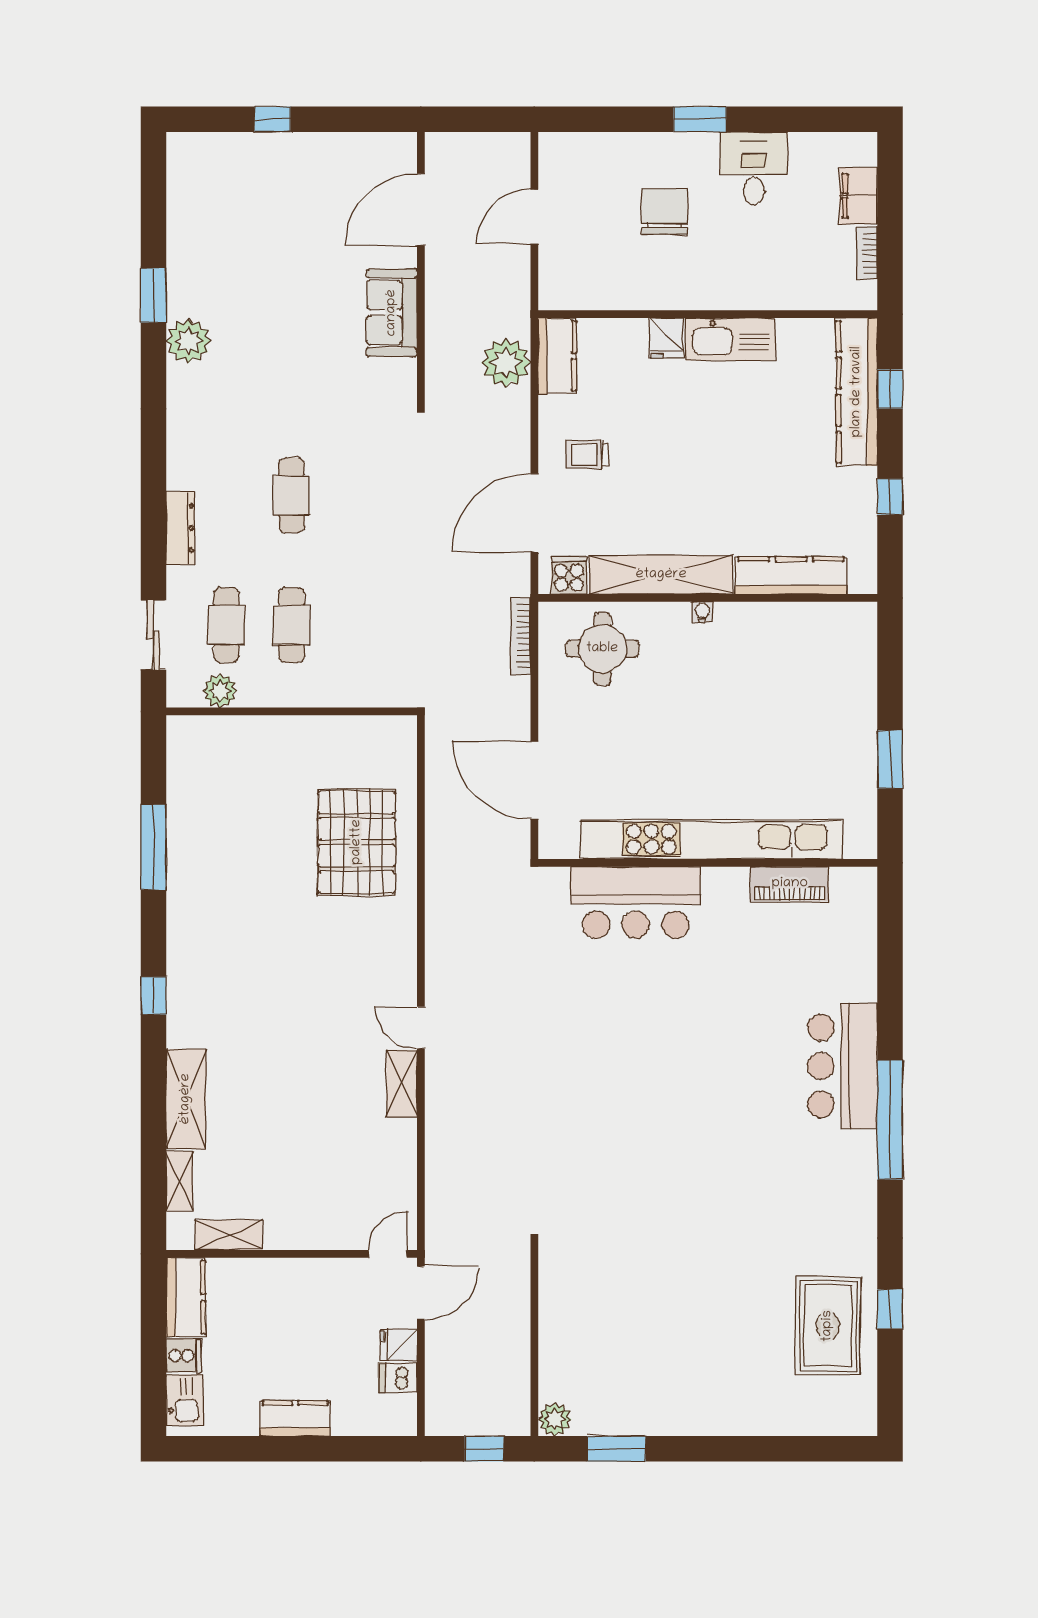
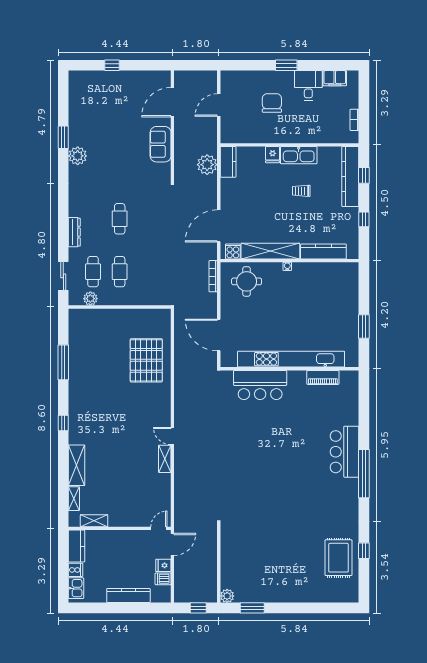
filing cabinet: (858, 196) -> (335, 78), moved, turned -90
trolley: (587, 455) -> (301, 191), moved
kitchen counter: (295, 1418) -> (128, 595), width x1.50

